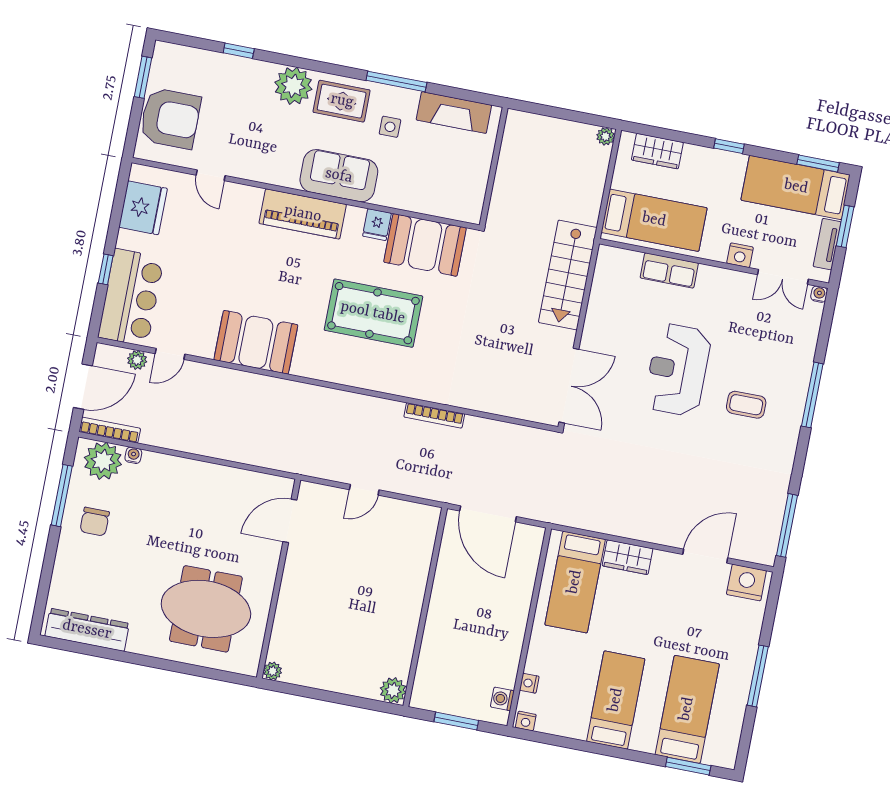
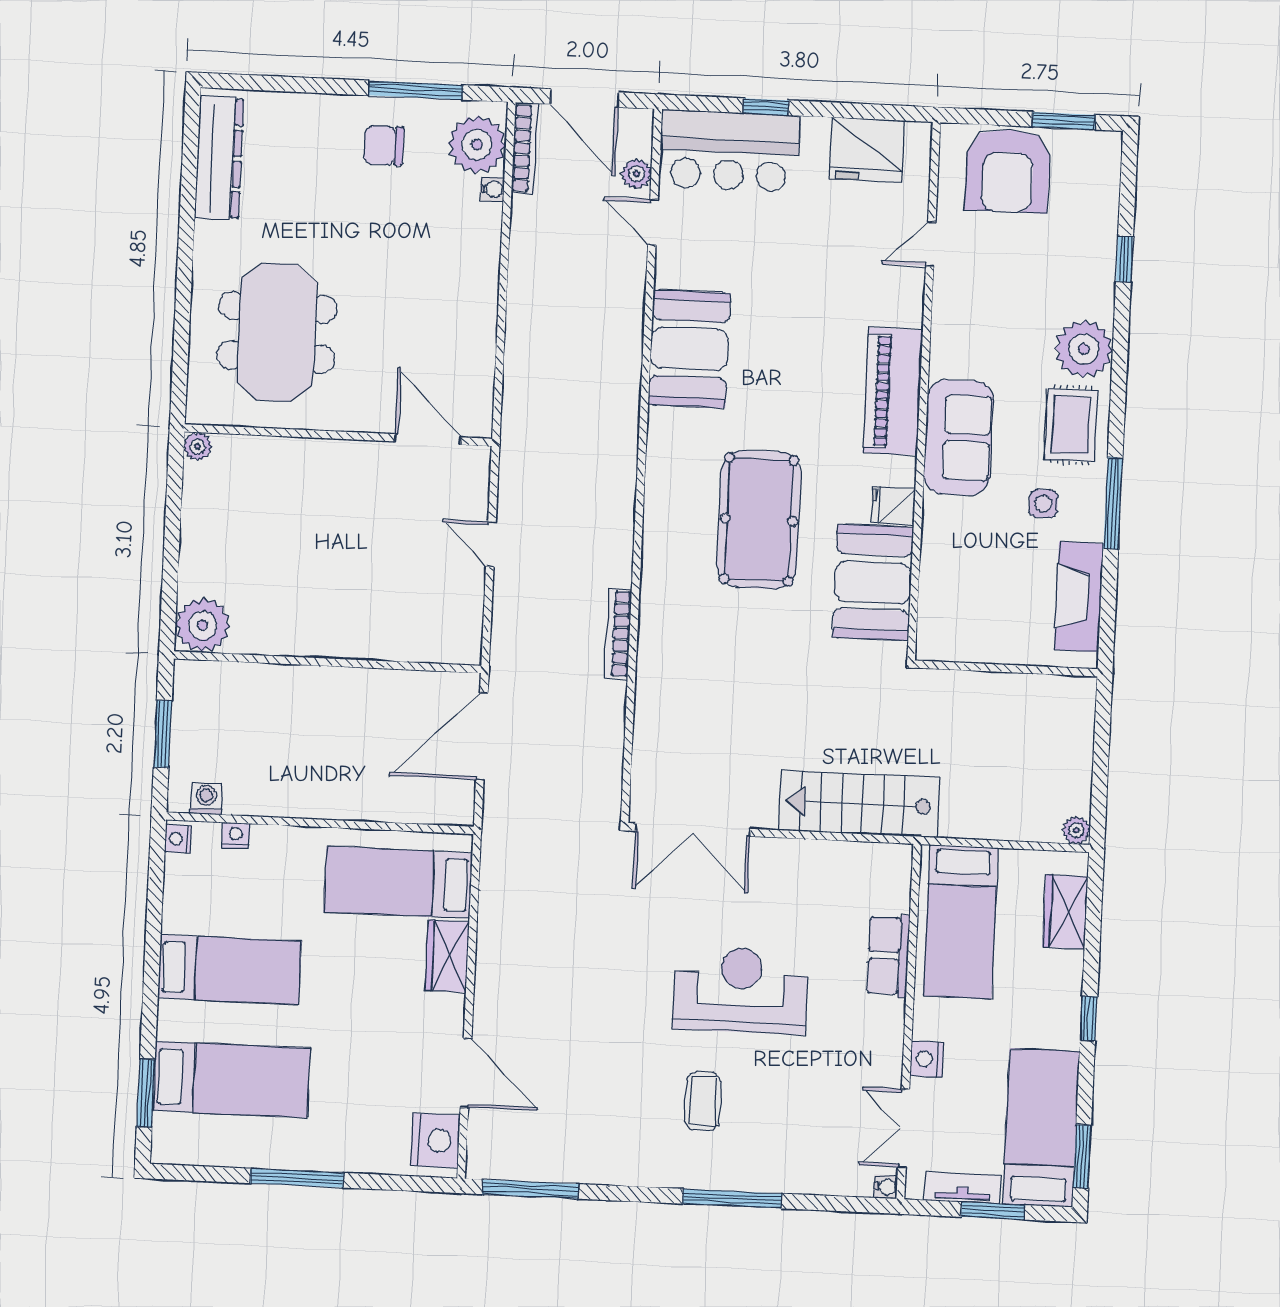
plant: (393, 690) -> (203, 625), width x1.36, depth x1.36

